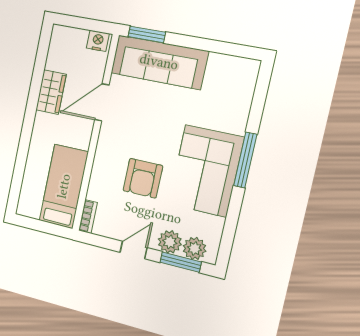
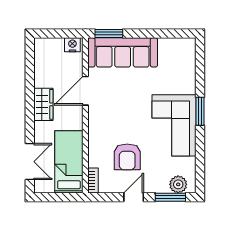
wardrobe: (51, 92) -> (43, 104), moved
window: (245, 160) -> (200, 111), width x0.69
double door: (18, 175) -> (30, 162), added
armchair: (143, 178) -> (127, 157), moved
plant: (170, 242) -> (159, 184), removed

